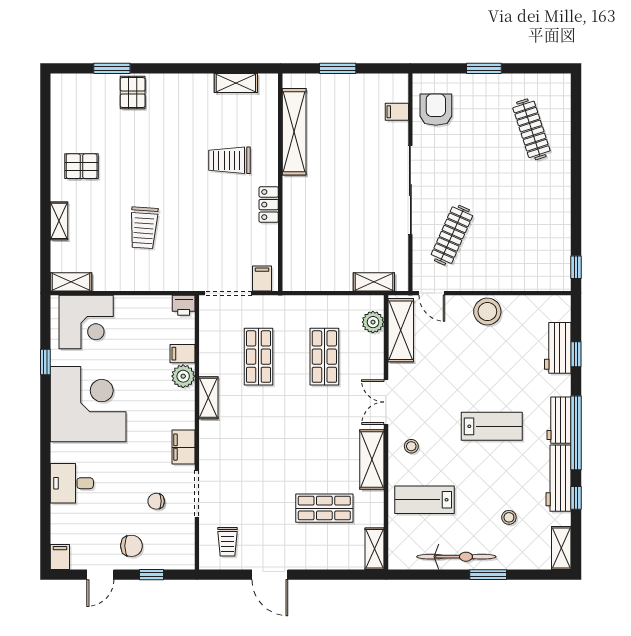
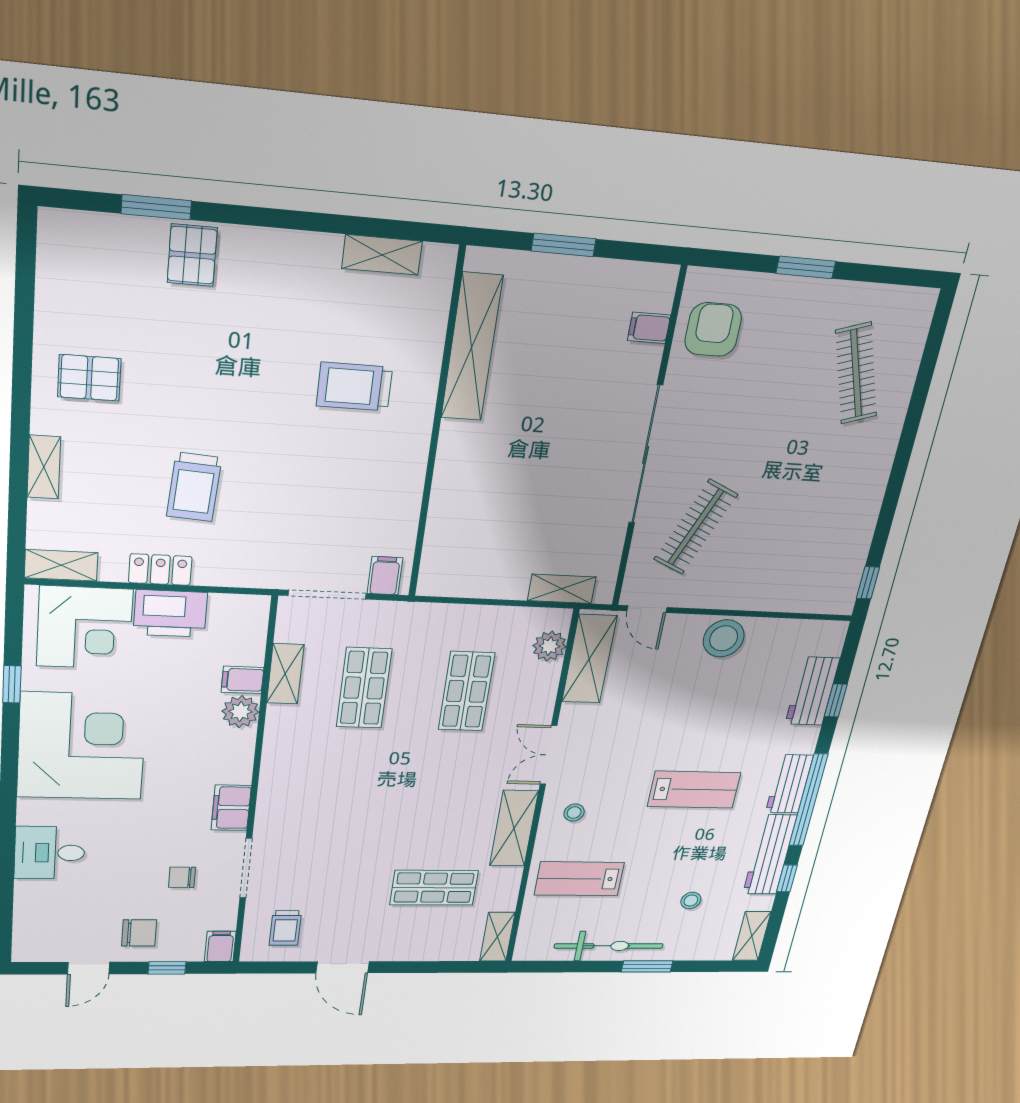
locker: (269, 205) -> (160, 570), moved, turned 90
printer: (184, 305) -> (170, 613), moved, width x1.87, depth x1.48
shelving: (208, 398) -> (285, 674), moved
filing cabinet: (60, 557) -> (220, 946), moved

